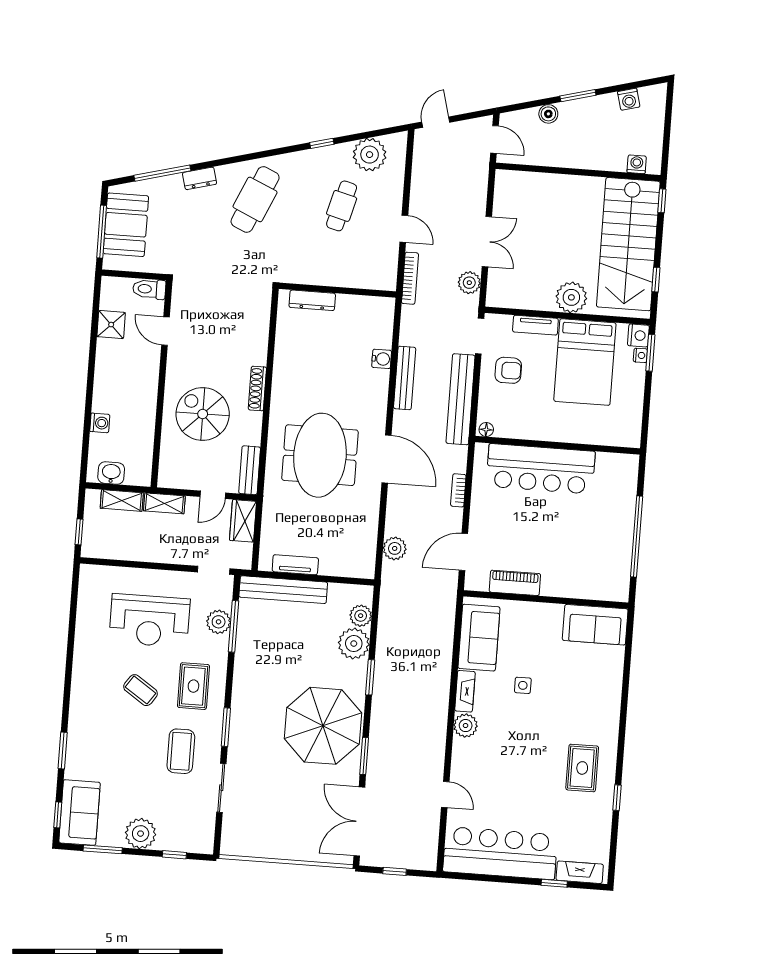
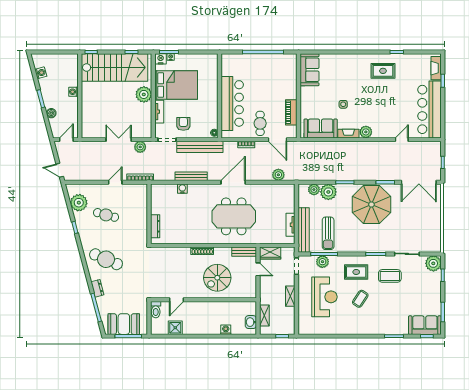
washing machine: (637, 164) -> (73, 92), moved
shelving: (164, 503) -> (290, 296), moved
cafe table: (498, 520) -> (260, 123), added
sun lounger: (273, 637) -> (328, 233), added
plant: (141, 834) -> (433, 263), moved

